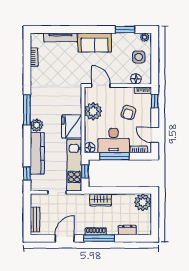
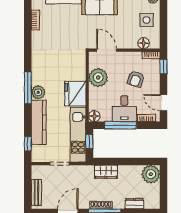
window: (27, 110) -> (28, 88), moved
desk: (114, 140) -> (124, 109), width x0.73

